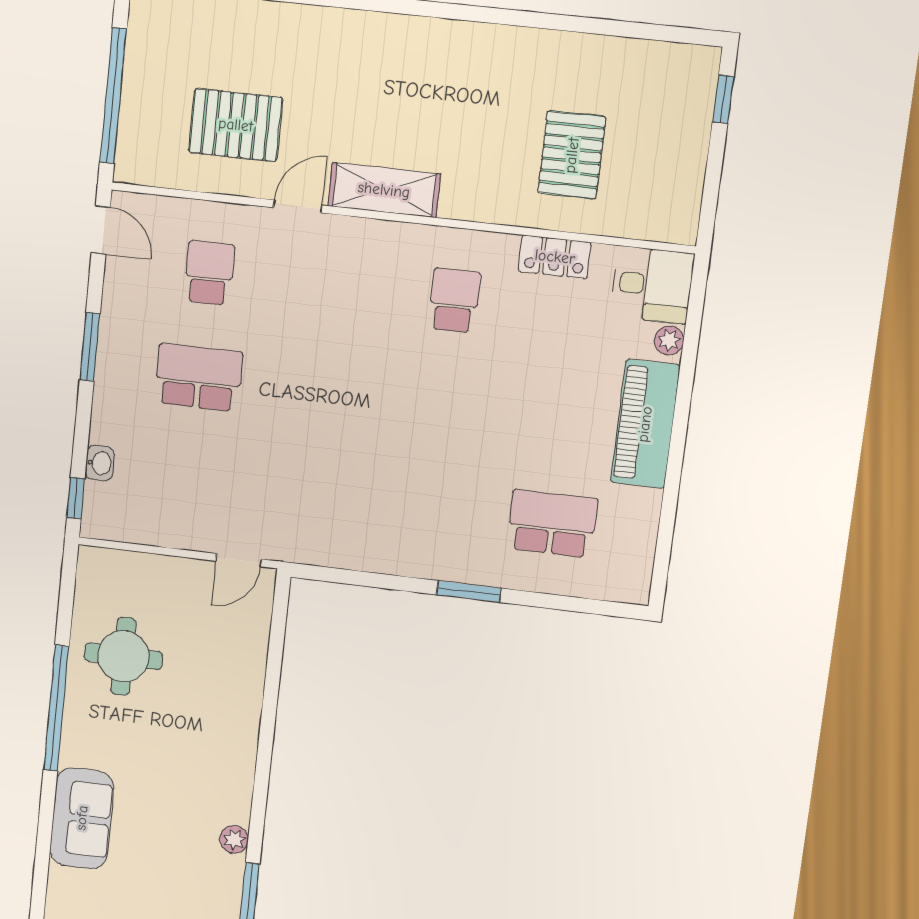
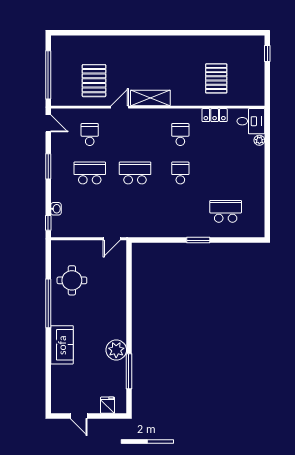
pallet: (236, 125) -> (94, 81), turned 90
school desk: (320, 391) -> (135, 173), added
school desk: (442, 405) -> (180, 173), added
piano: (645, 424) -> (255, 171), removed
plant: (234, 839) -> (116, 350), width x1.87, depth x1.87

